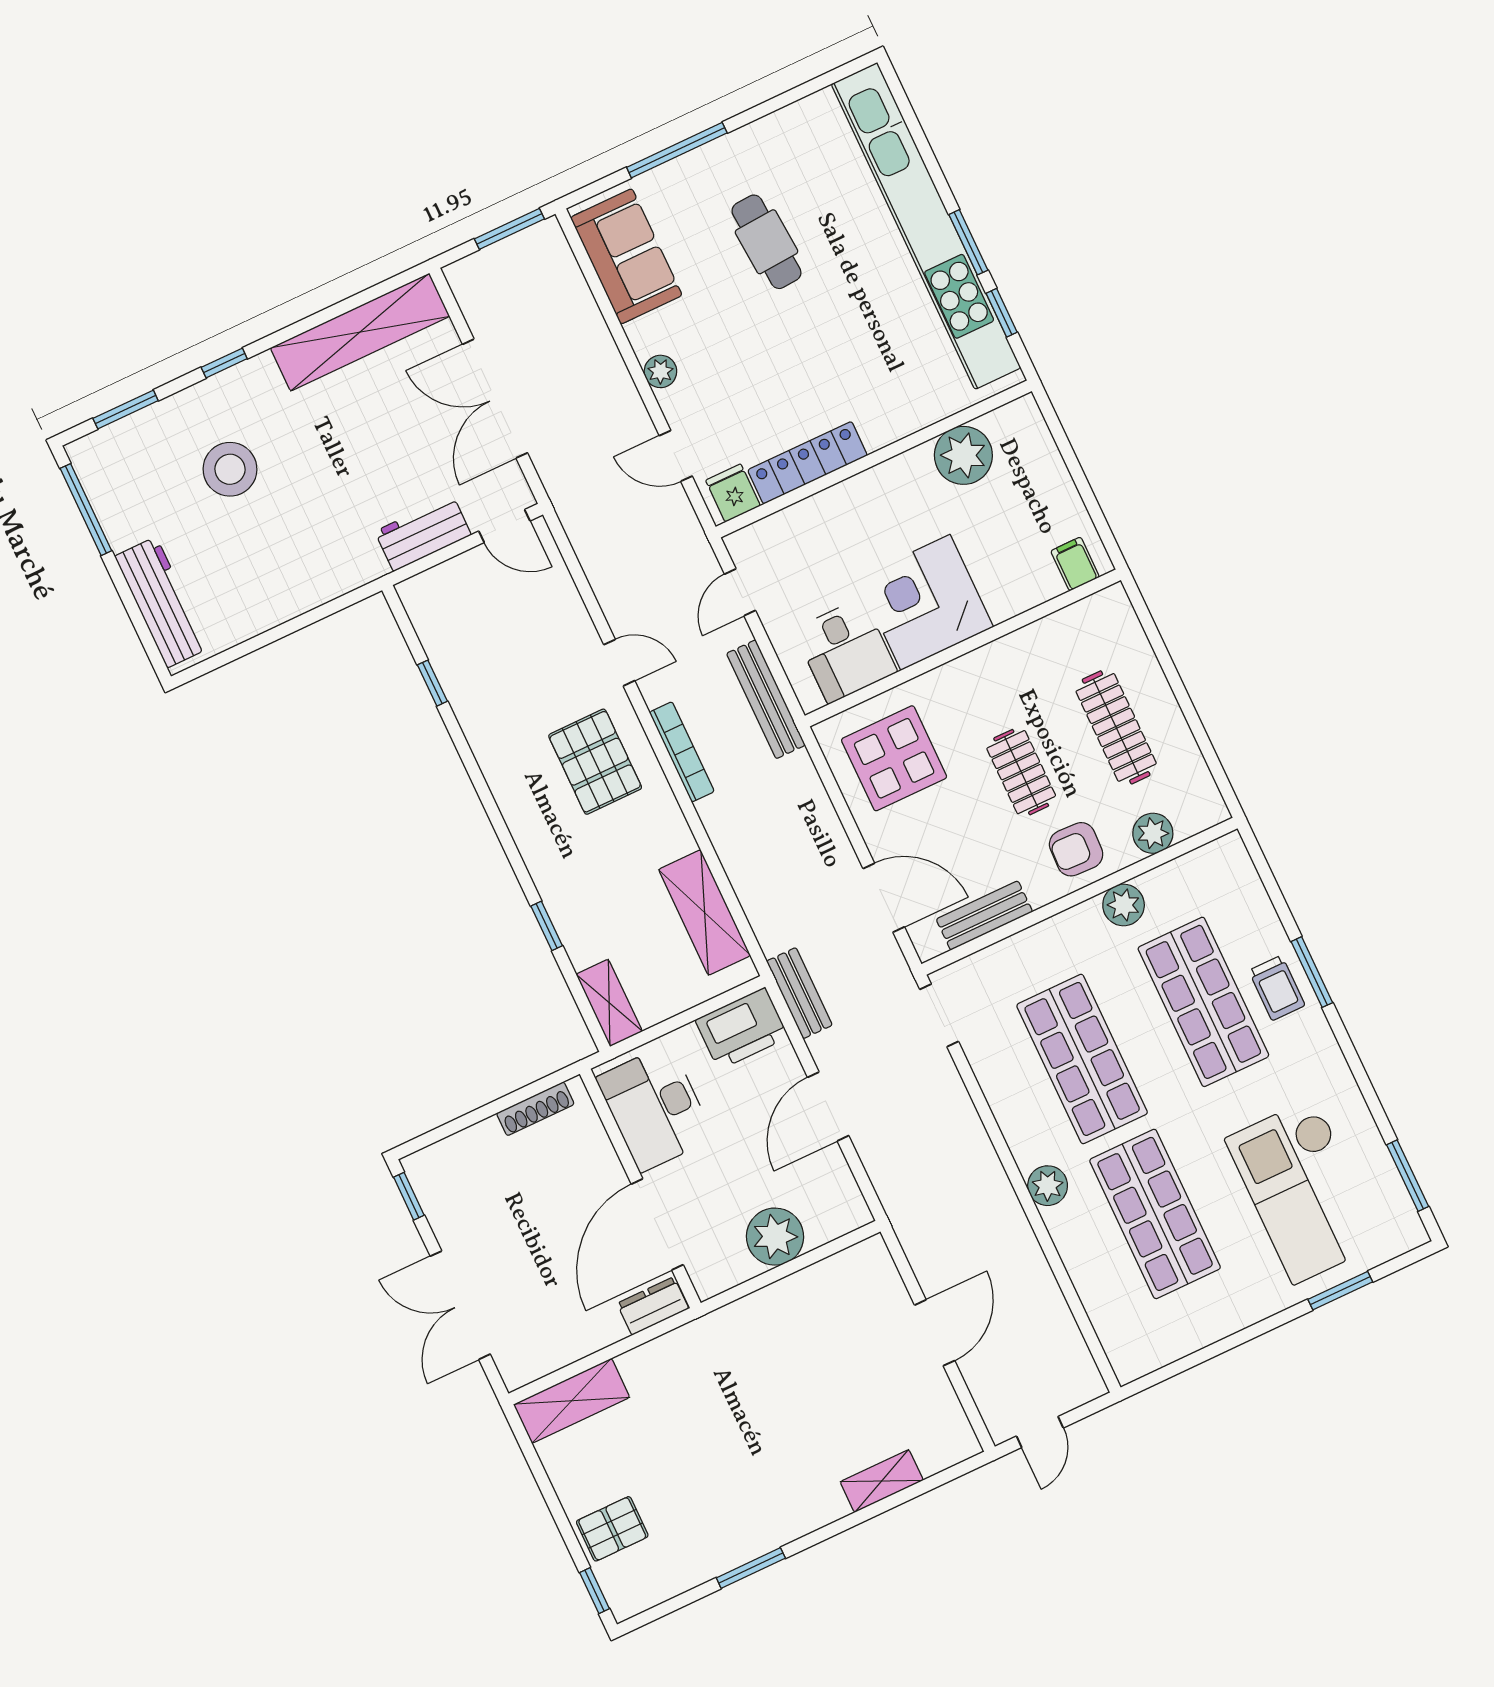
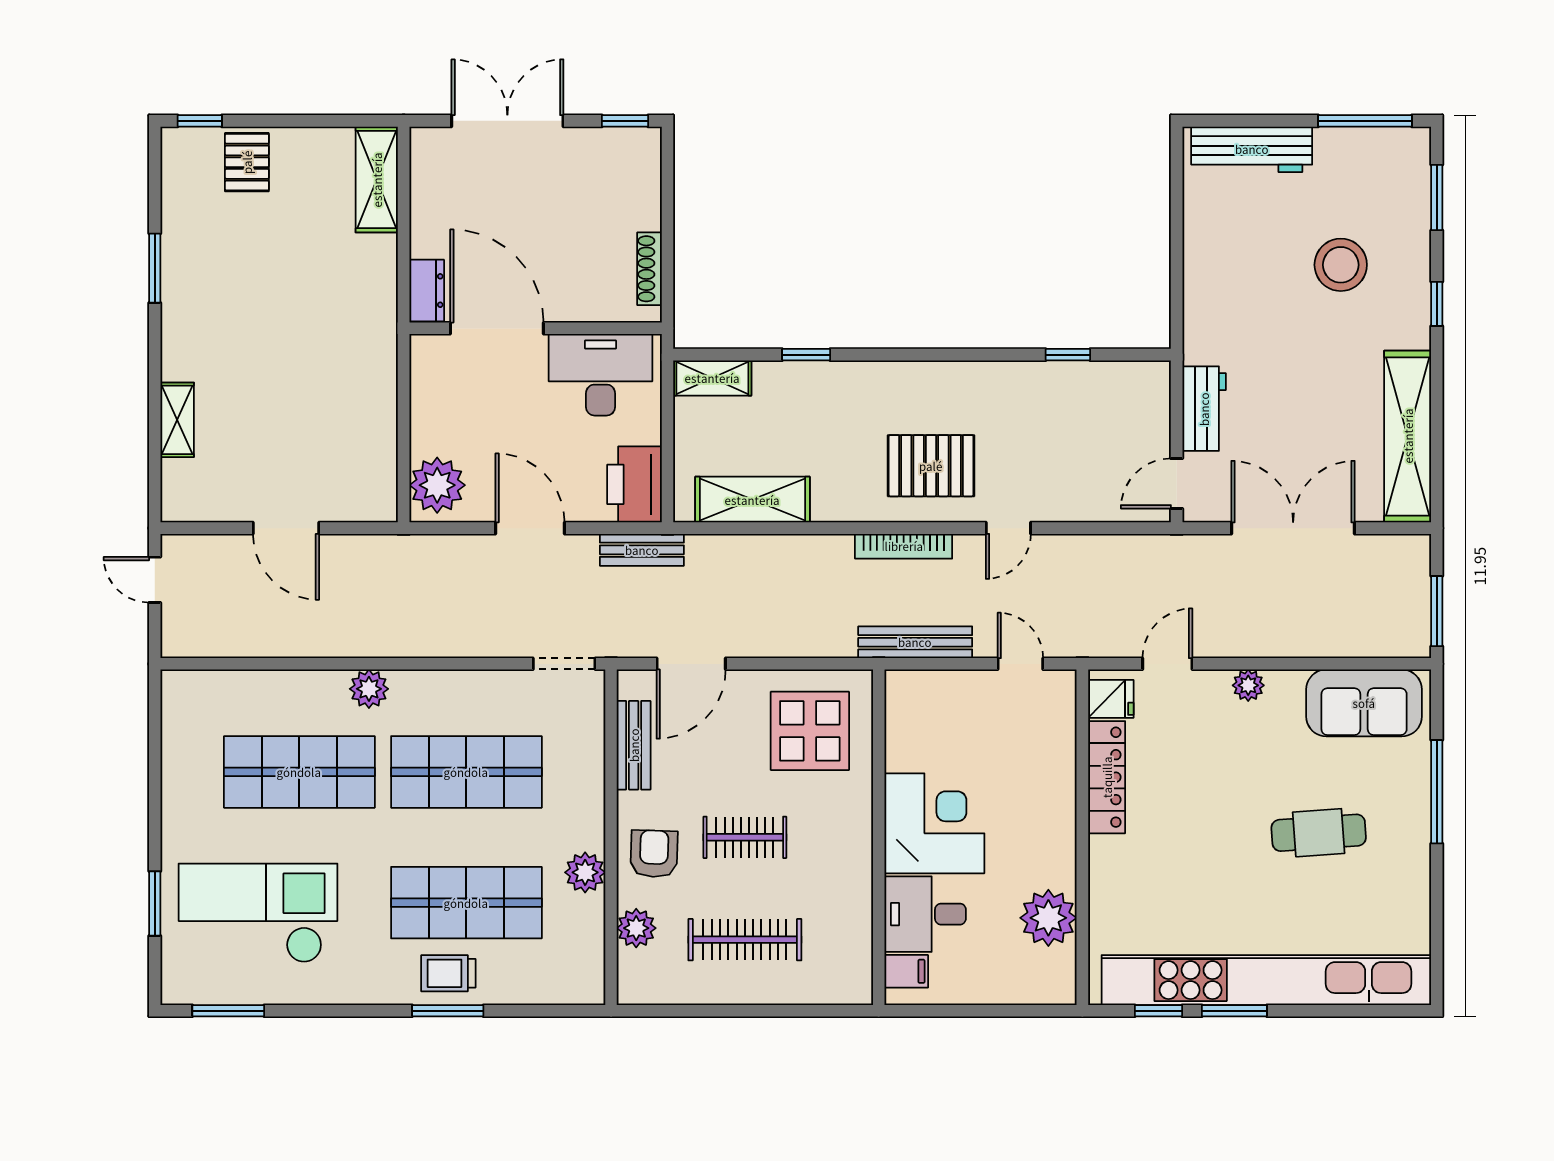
desk: (845, 651) -> (925, 914), moved
plant: (775, 1237) -> (437, 485), moved

